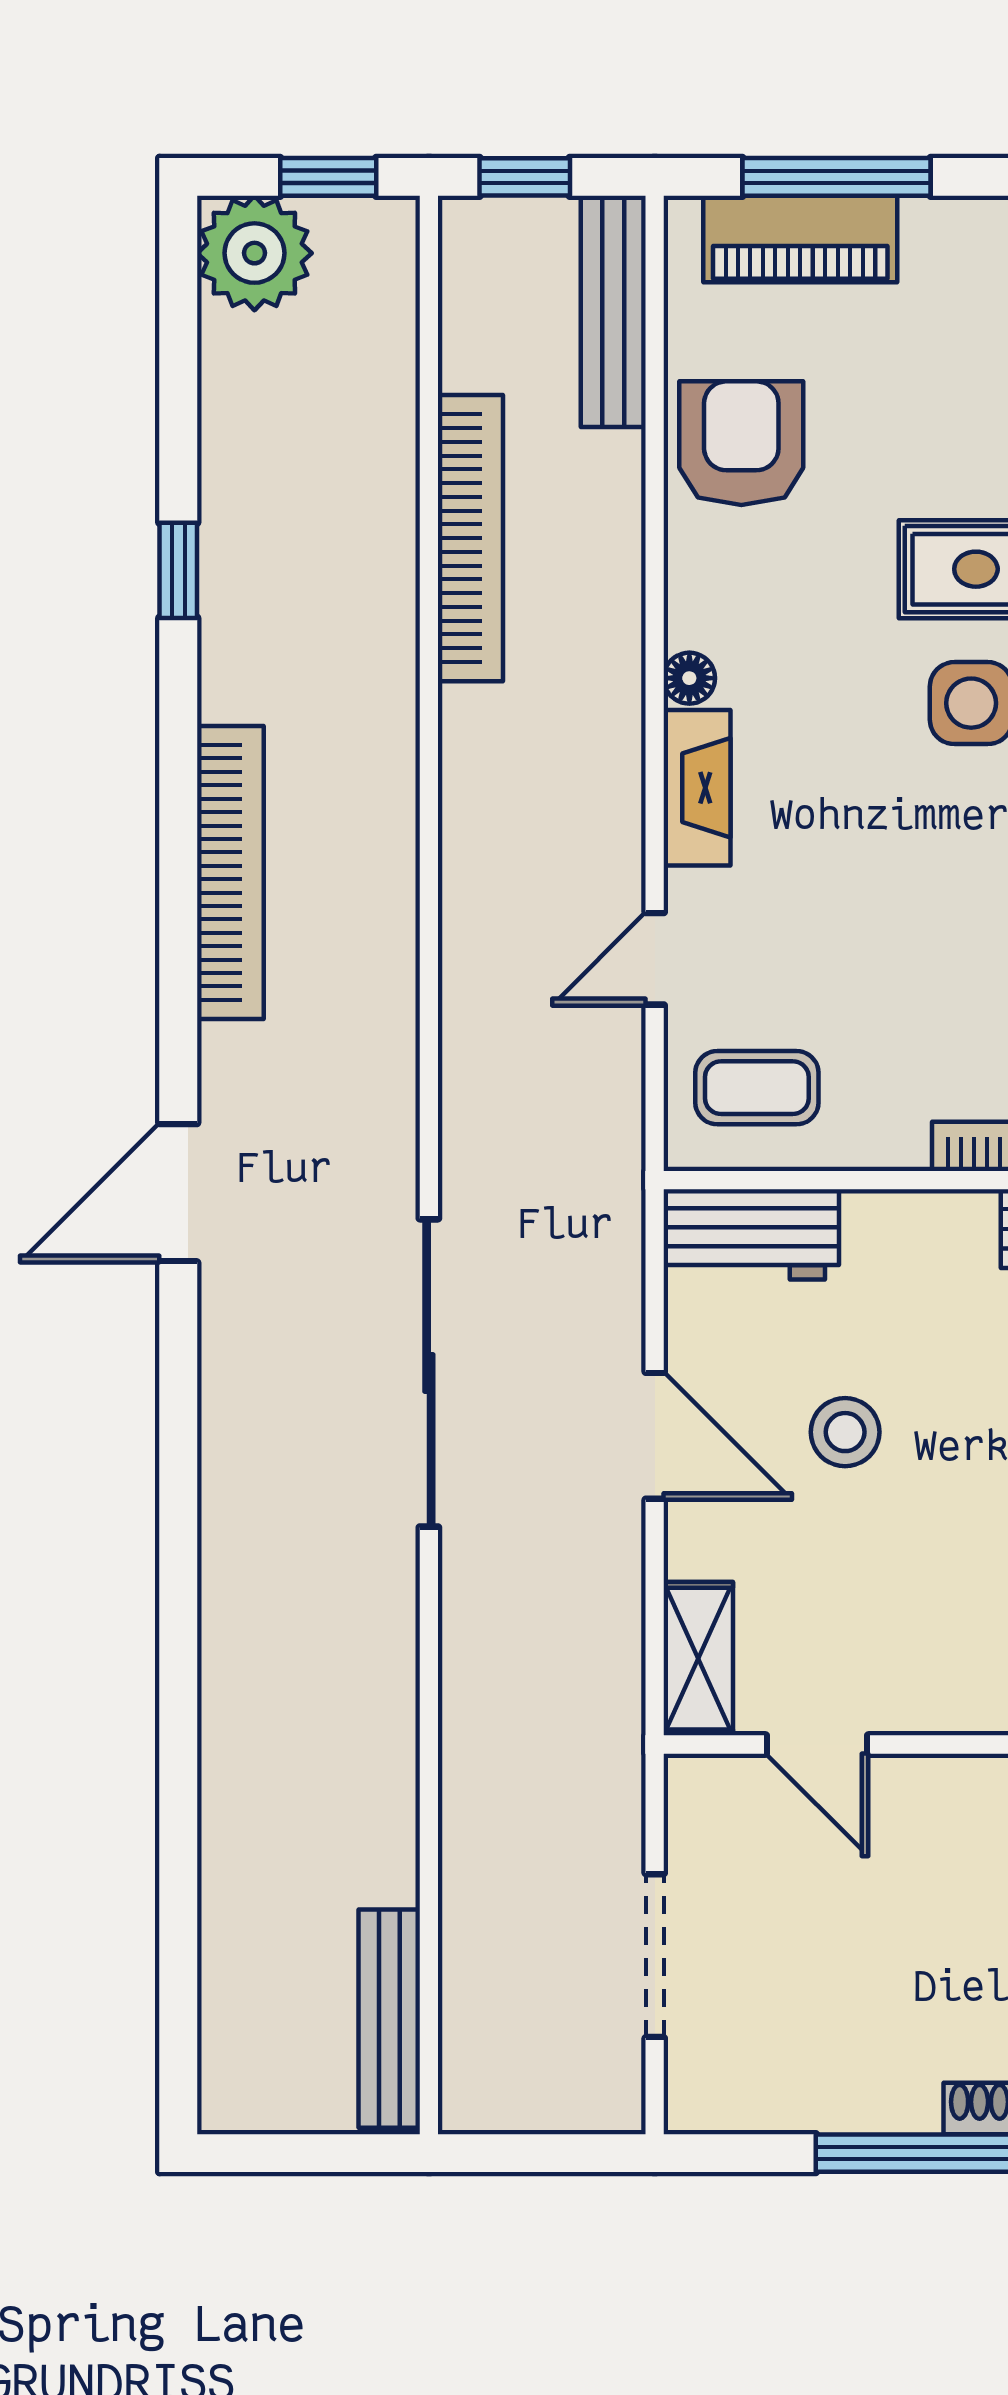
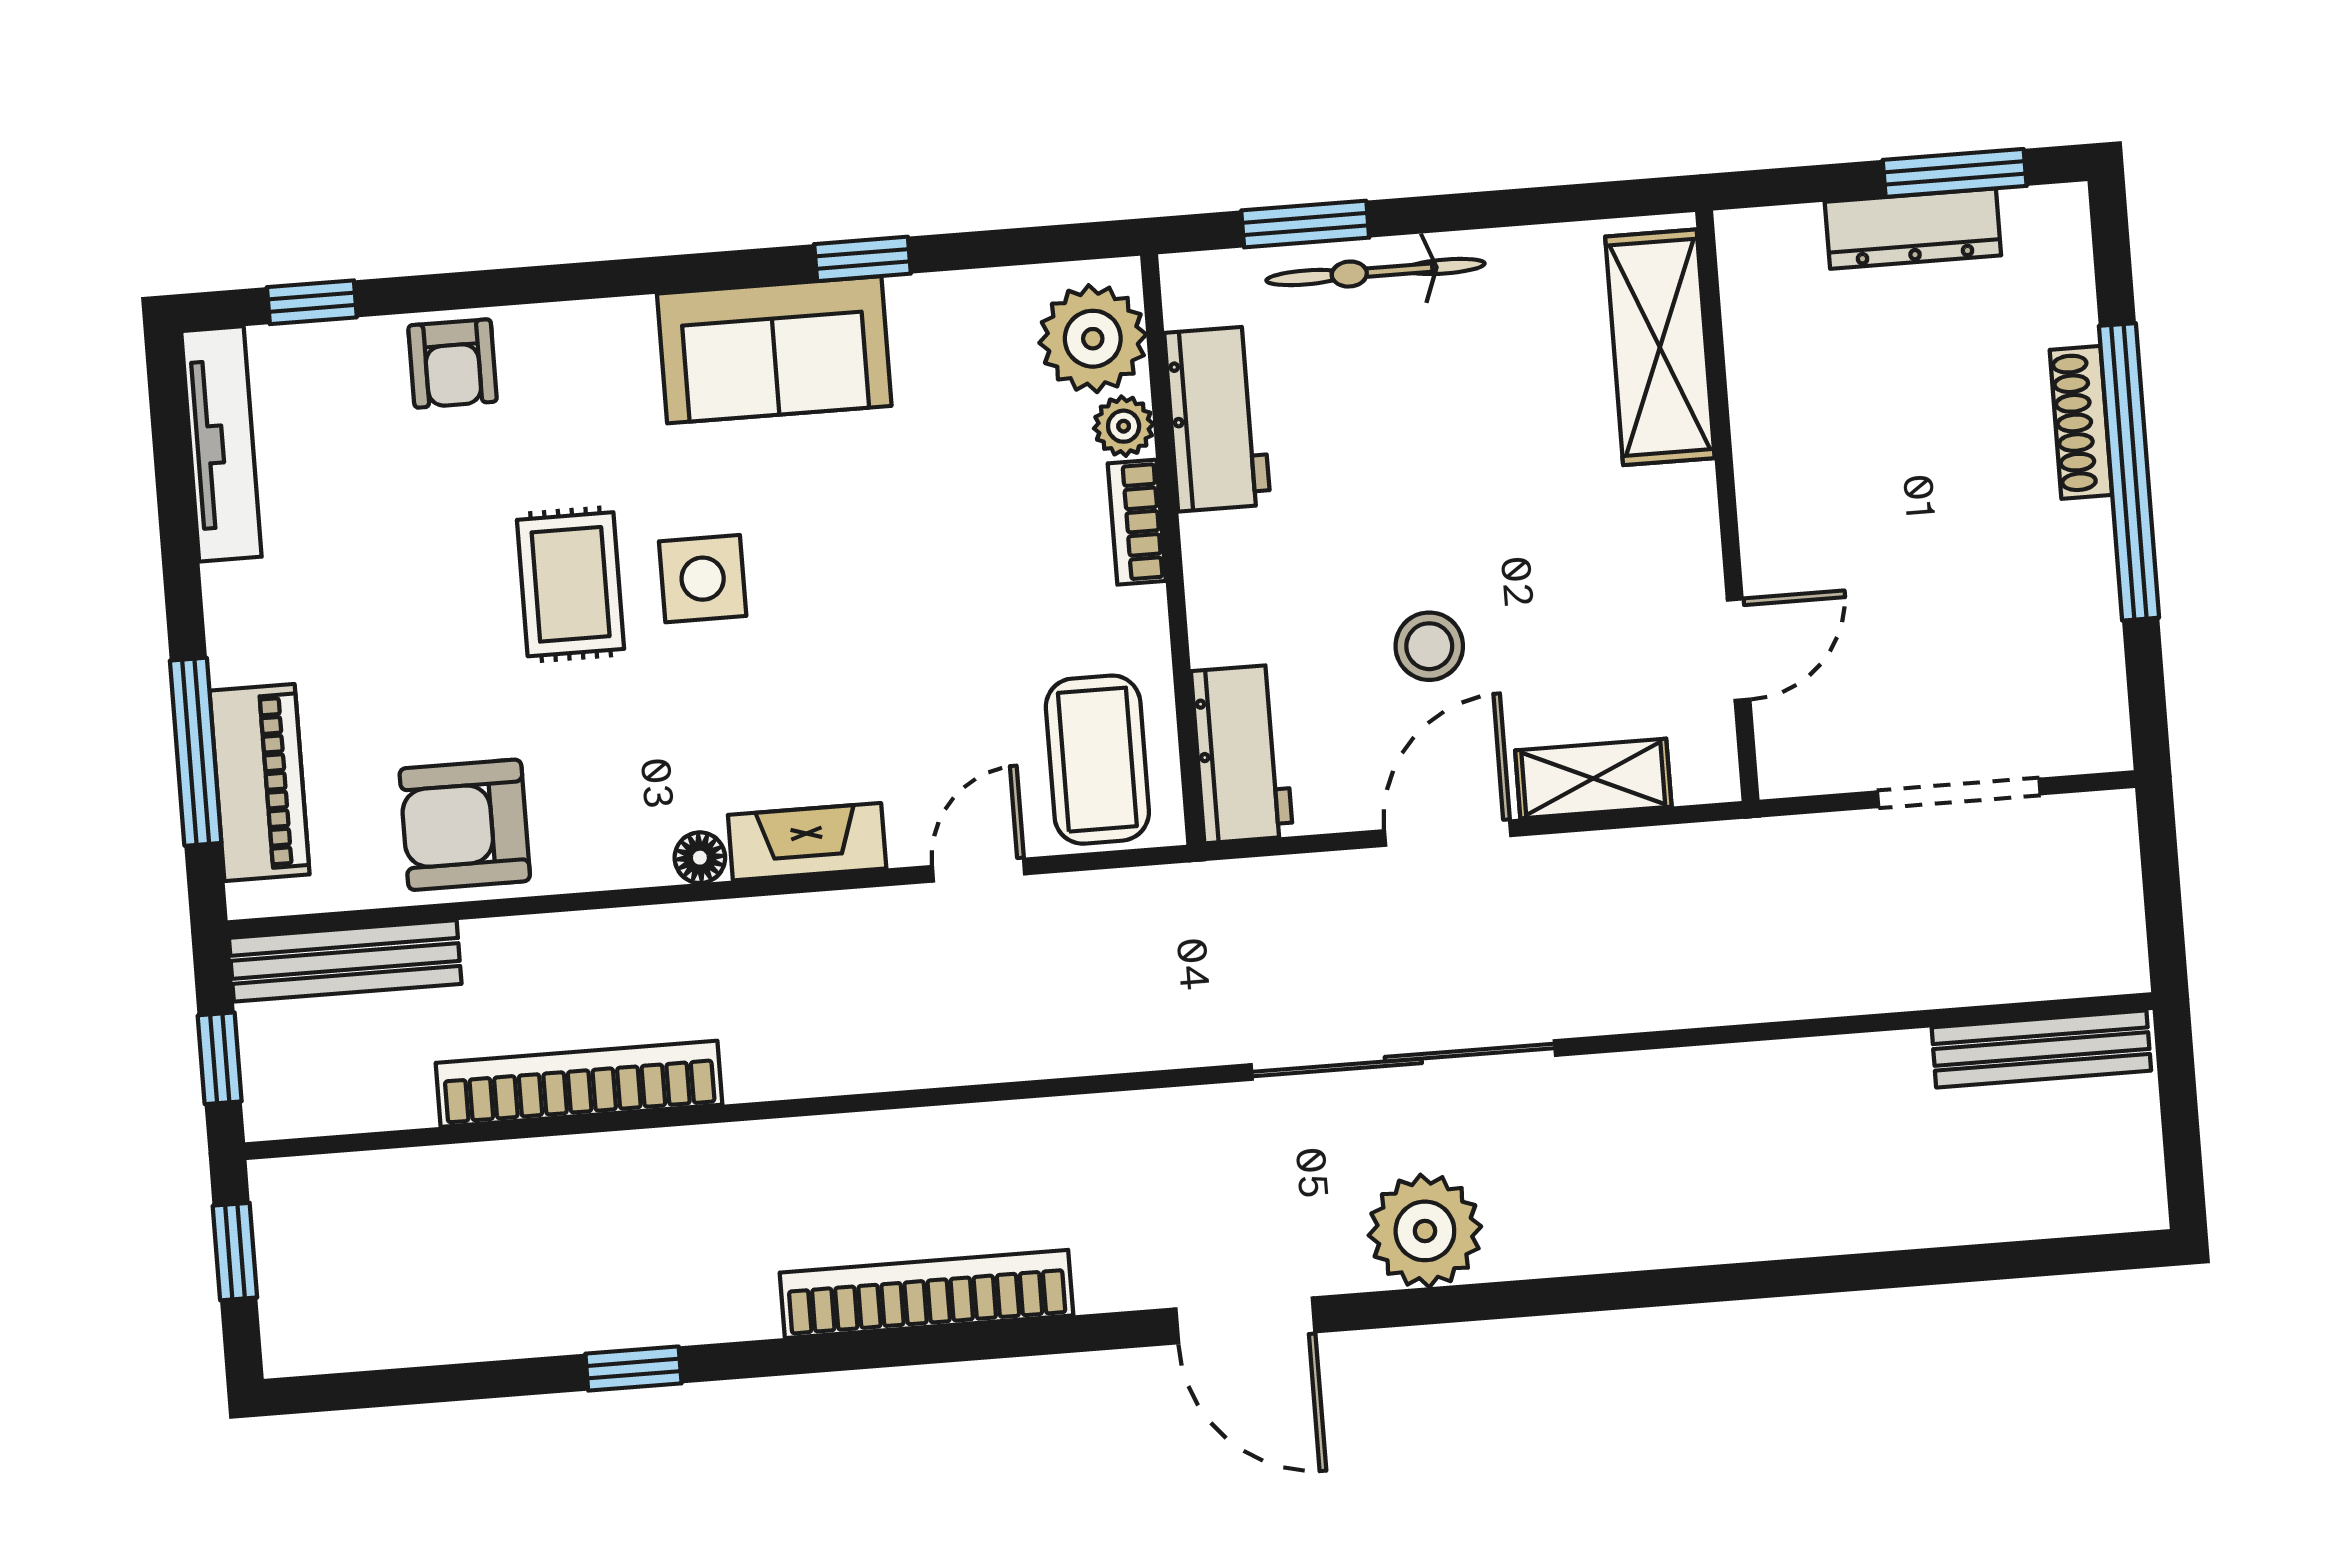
plant: (254, 253) -> (1425, 1231), moved
door: (655, 959) -> (978, 870), swing flipped
coffee table: (757, 1088) -> (1097, 760), width x1.36, depth x1.30
shelving: (698, 1659) -> (1593, 779), moved

